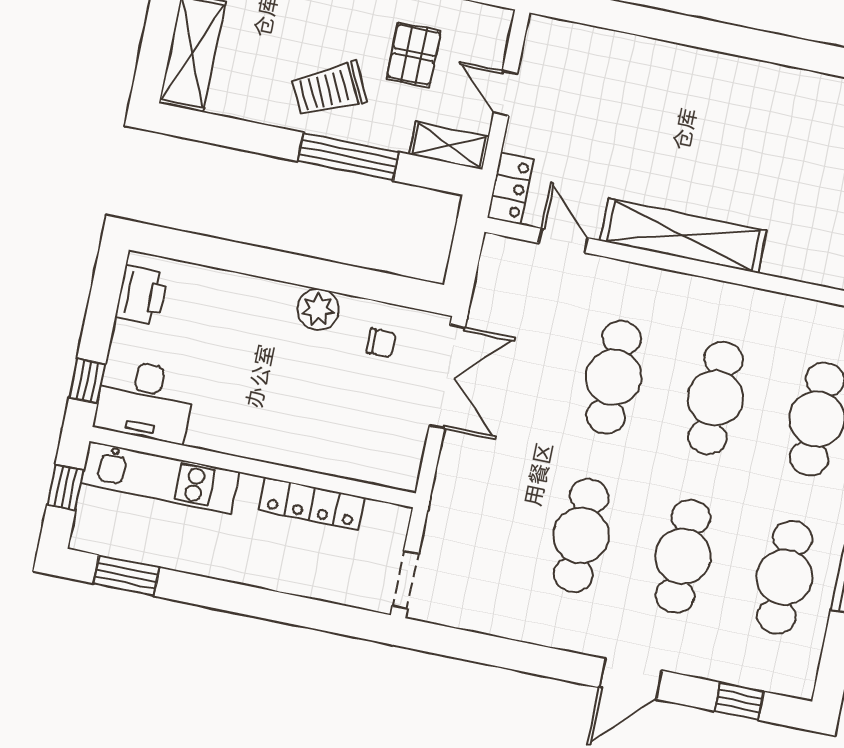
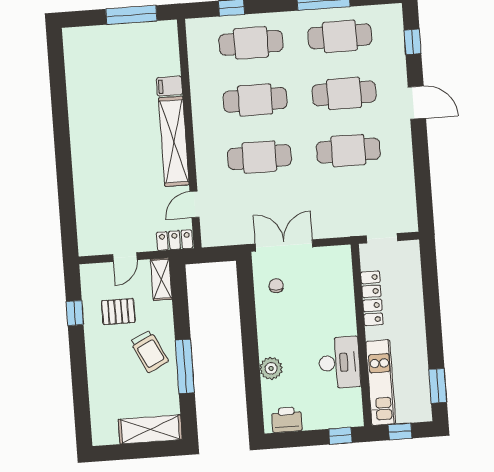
window: (348, 157) -> (185, 366), moved
filing cabinet: (782, 255) -> (169, 86), added
plant: (318, 309) -> (271, 368), moved
desk: (145, 401) -> (339, 363), moved
doorway: (406, 580) -> (382, 238), moved

